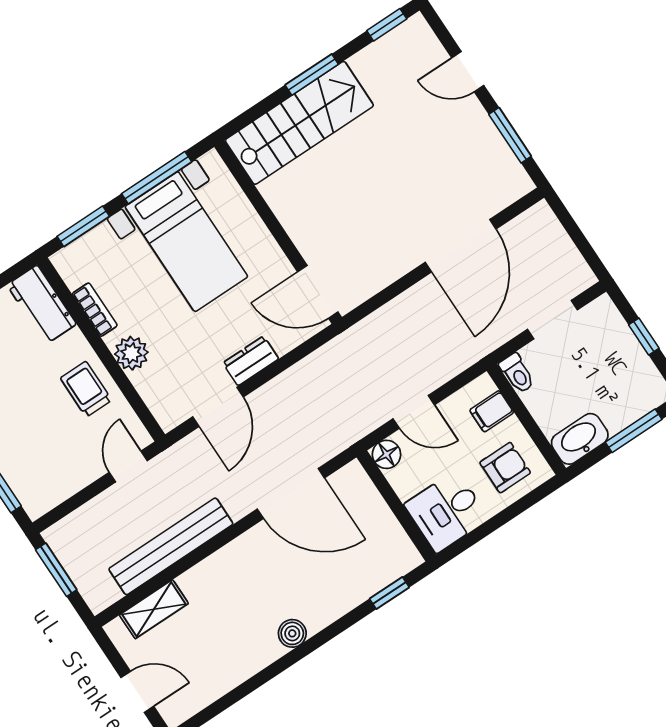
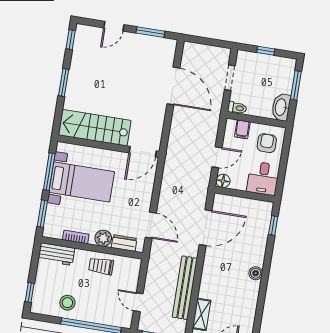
stairs: (299, 123) -> (95, 128), moved, turned -90
dresser: (251, 361) -> (124, 243), moved, turned 90
door: (128, 466) -> (138, 302), moved

